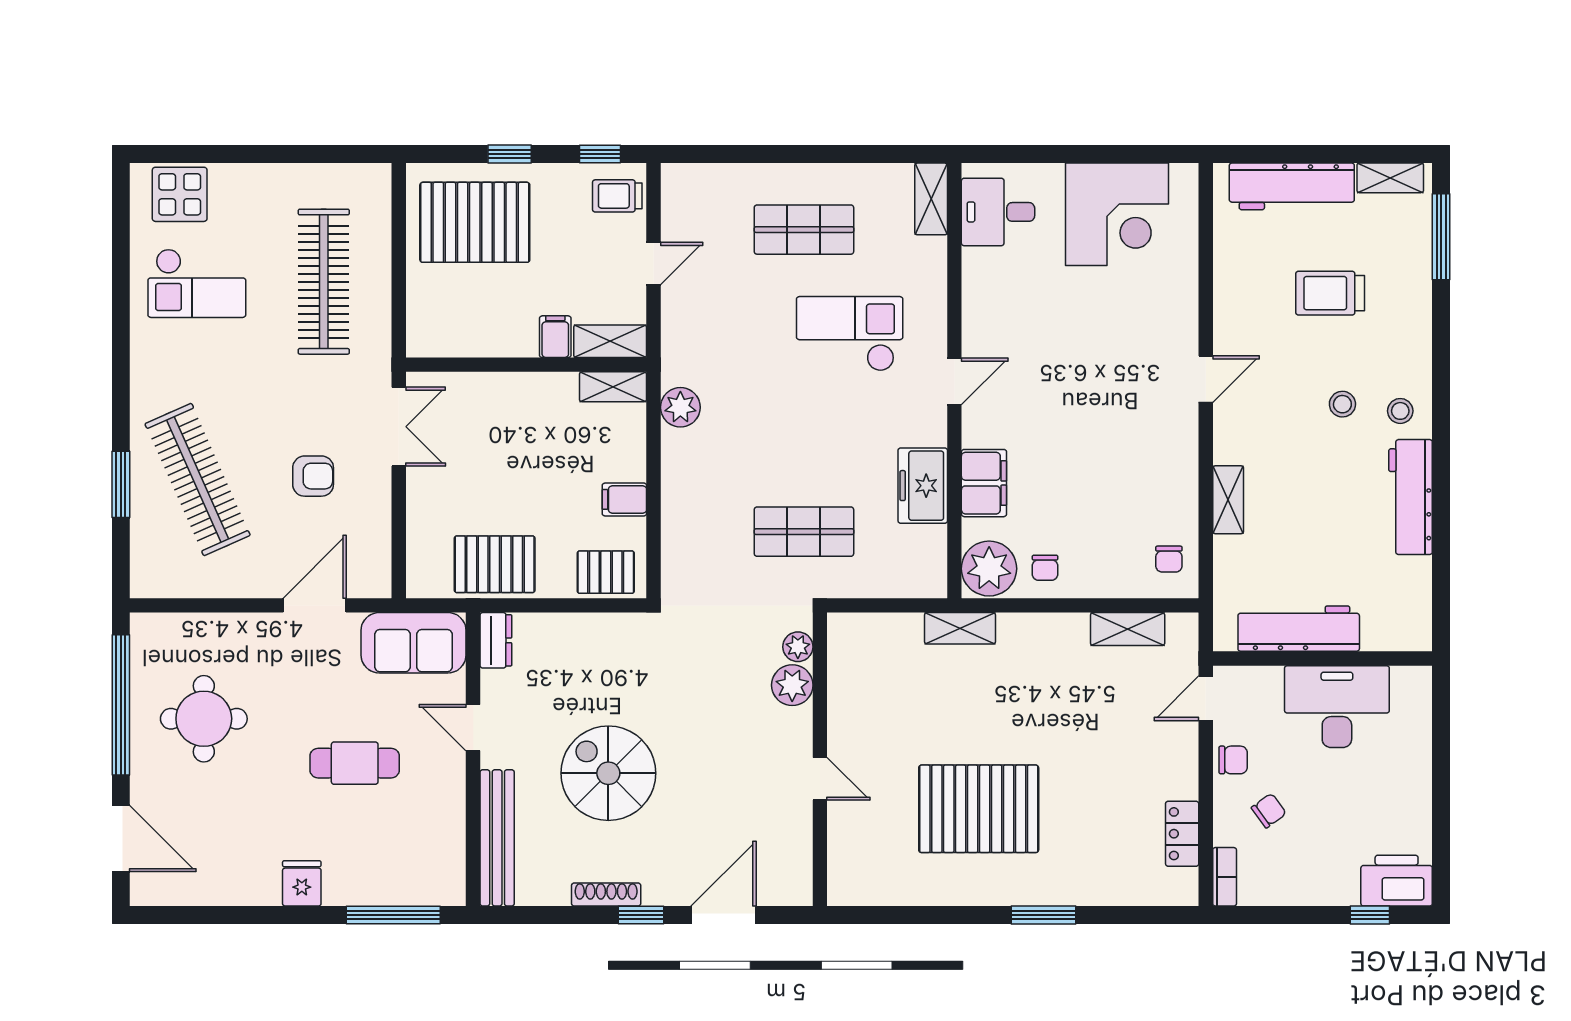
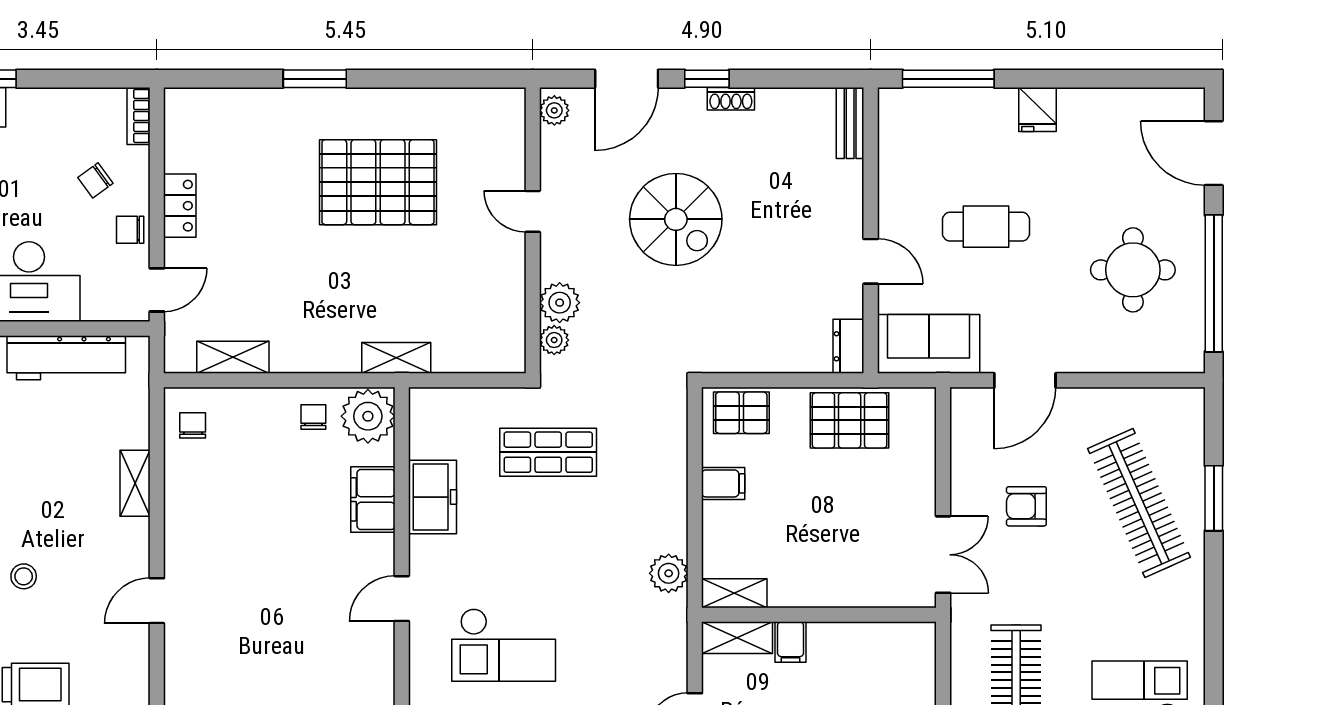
double door: (399, 427) -> (943, 555), swing flipped
spiral stairs: (608, 773) -> (676, 219), moved
locker: (1182, 834) -> (180, 206), moved
bench: (497, 838) -> (850, 123), width x0.54, depth x0.82
plant: (798, 882) -> (554, 110), added
shoe rack: (606, 895) -> (731, 99), width x0.70

